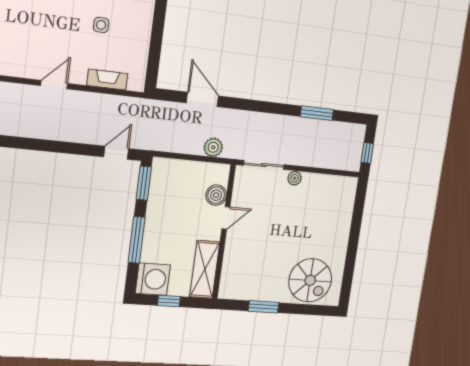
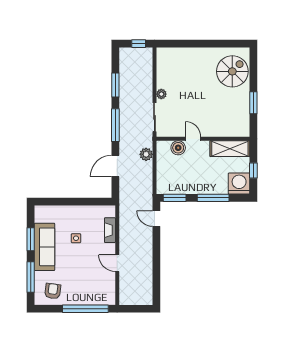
window: (261, 106) -> (115, 125), added

